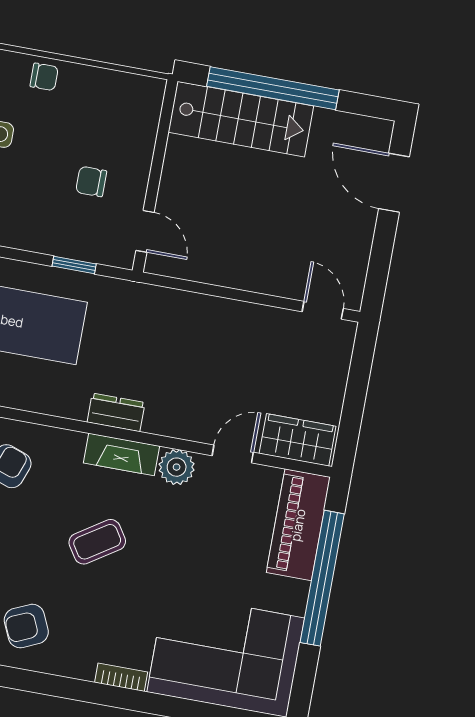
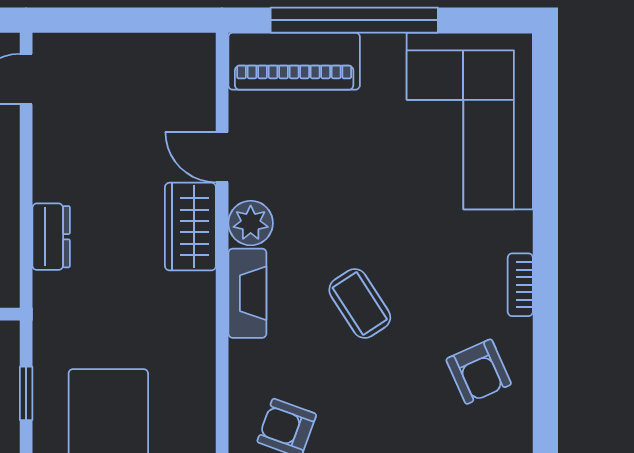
dresser: (116, 412) -> (51, 237), moved, turned 180
wardrobe: (298, 440) -> (190, 227), moved
bookcase: (121, 677) -> (520, 285), moved

